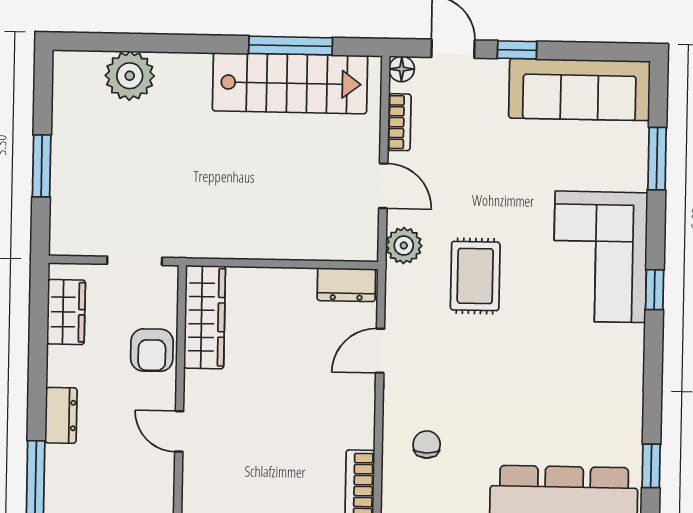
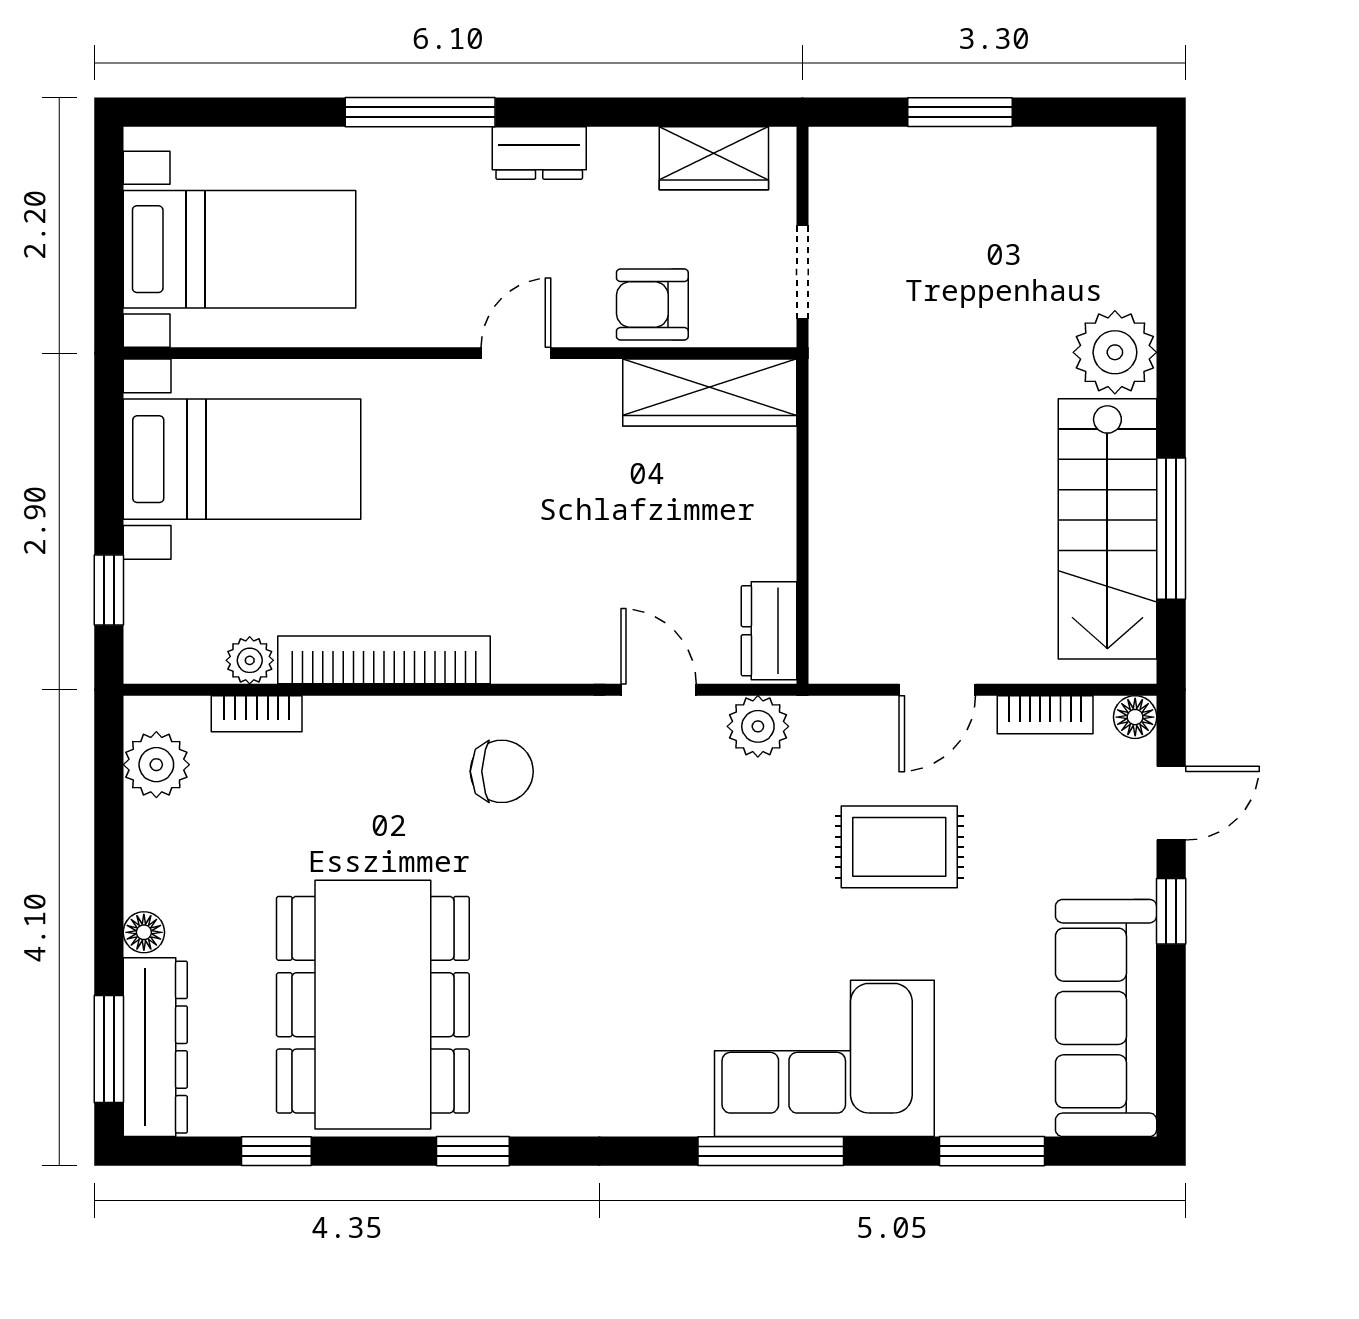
plant: (130, 76) -> (1115, 352), moved
plant: (404, 245) -> (758, 726), moved
rug: (475, 276) -> (899, 847), moved
window: (655, 290) -> (771, 1151), width x2.17
chair: (427, 445) -> (502, 771), width x1.37, depth x1.37

